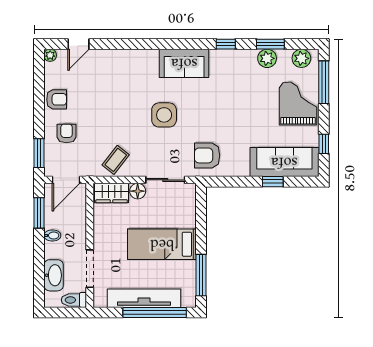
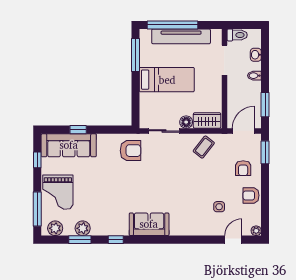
side table: (164, 115) -> (219, 207), moved, width x0.54, depth x0.54
bidet: (52, 235) -> (254, 76), moved
washbasin: (54, 275) -> (256, 55), width x0.52, depth x0.69

